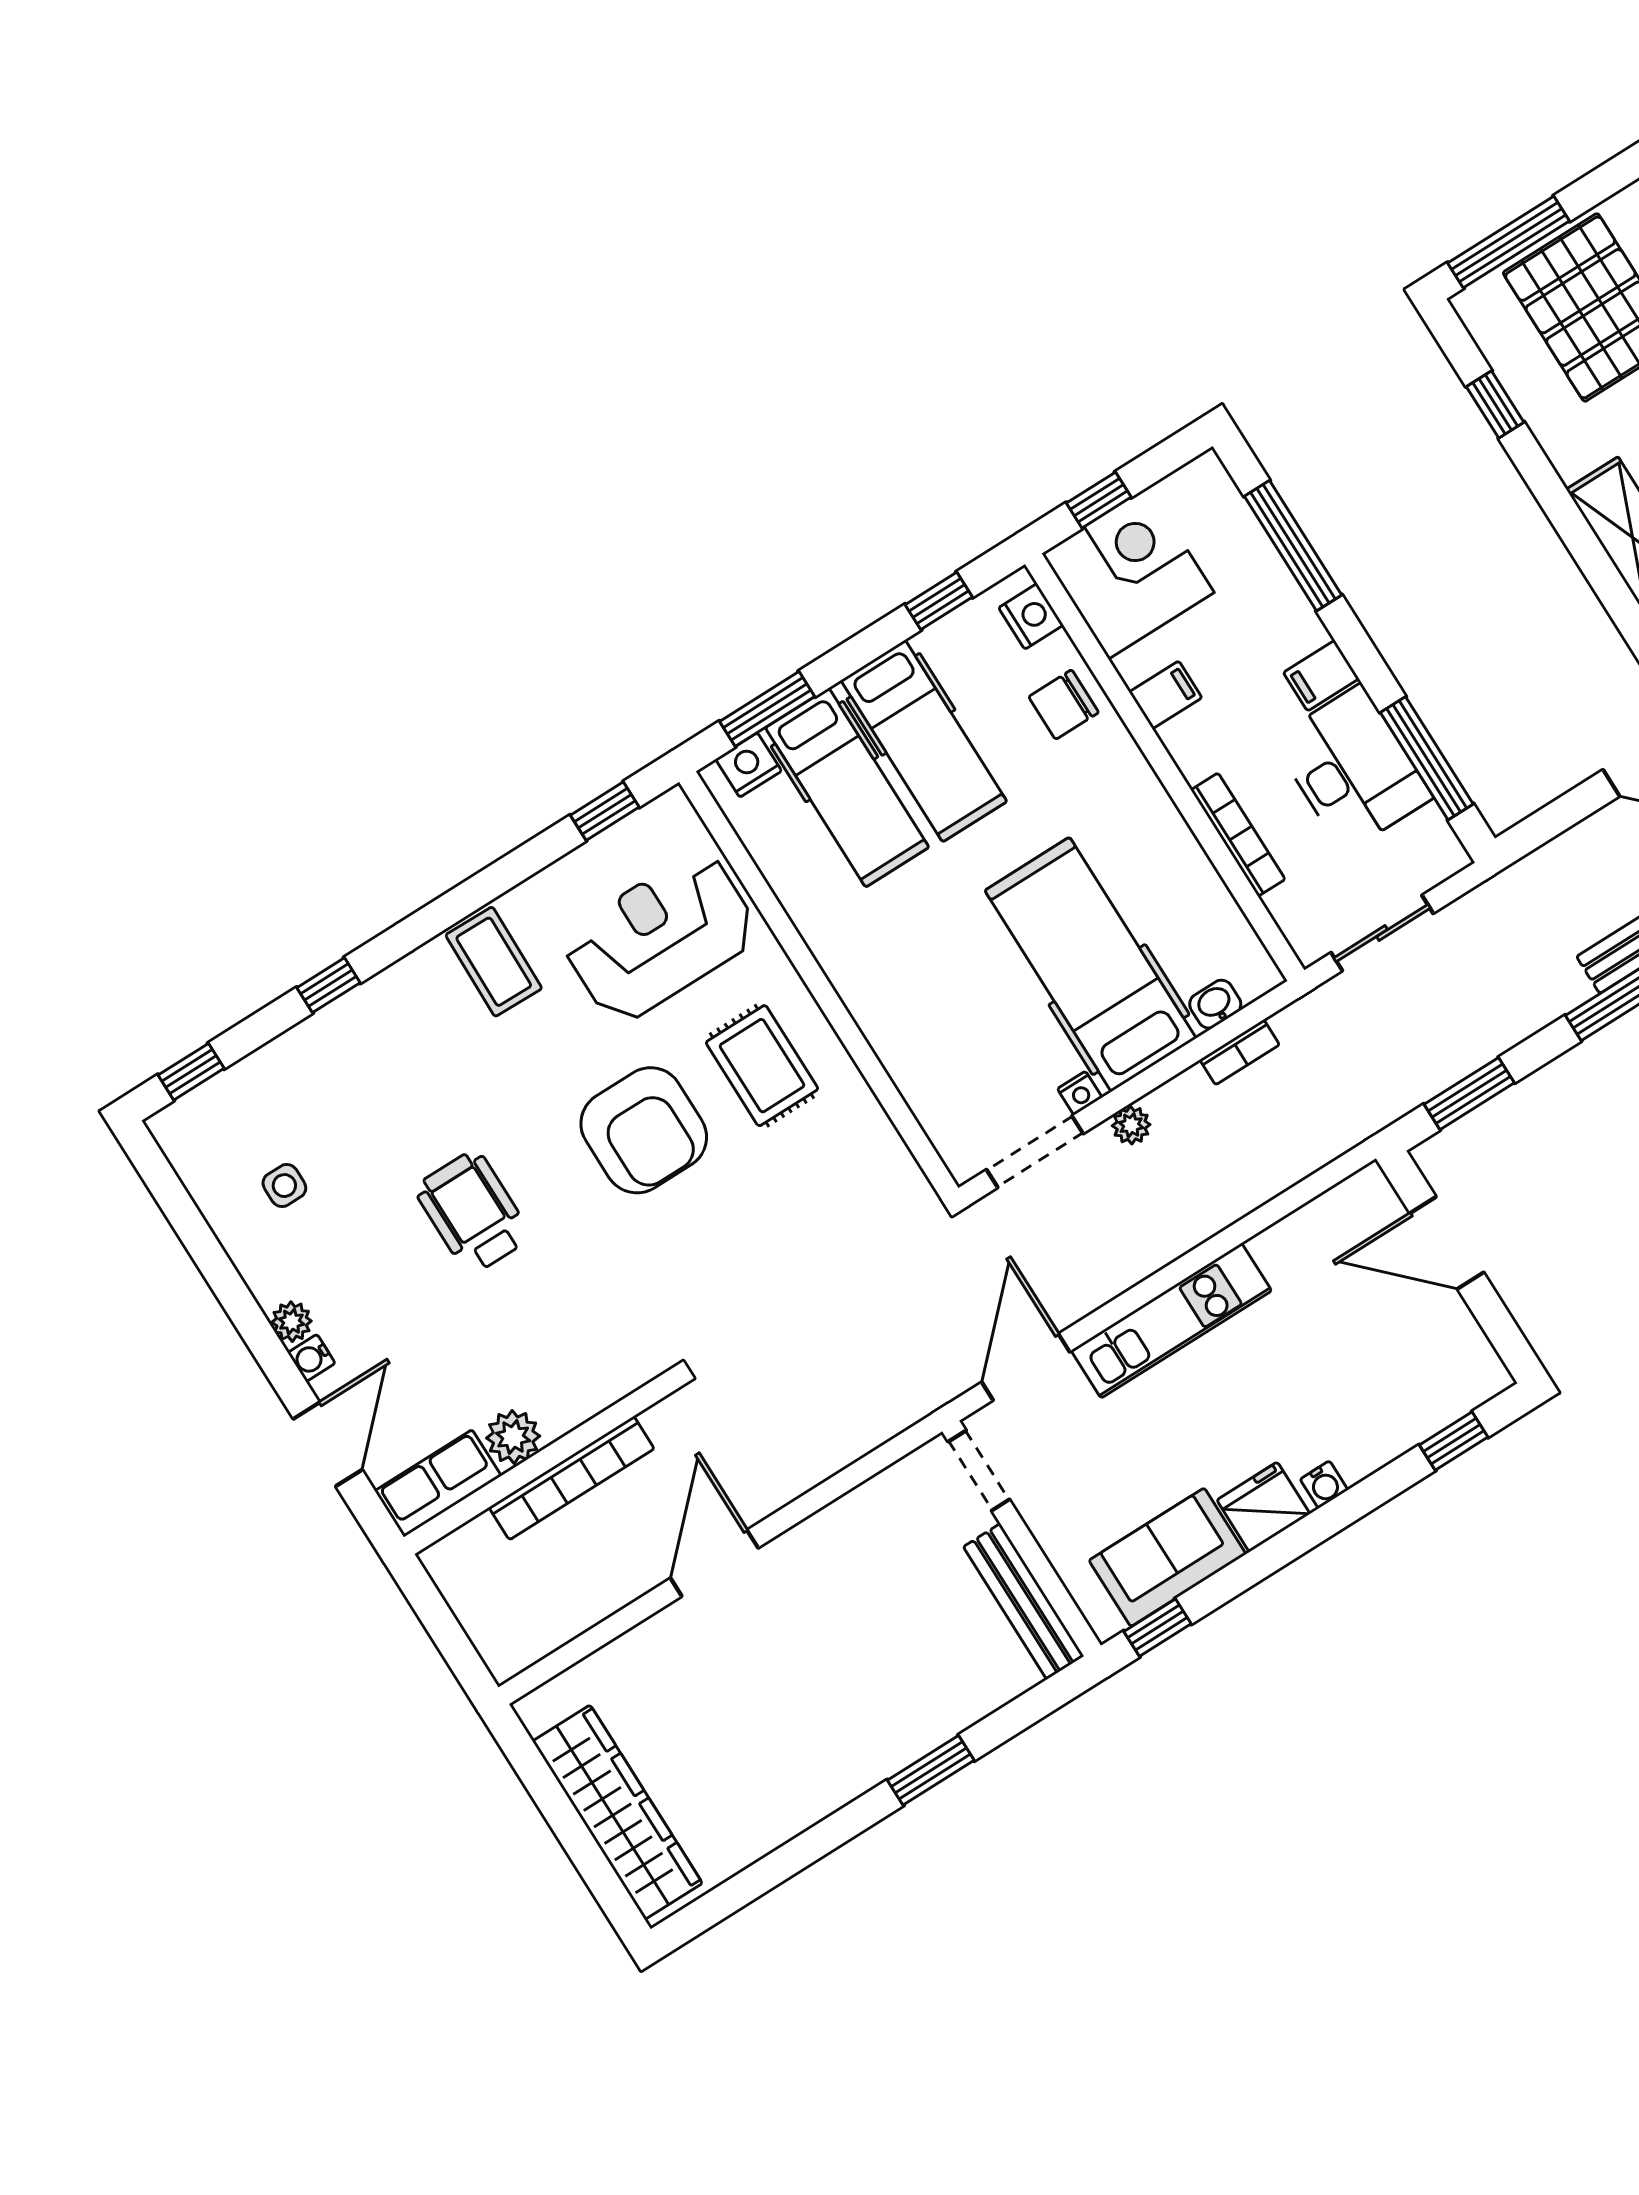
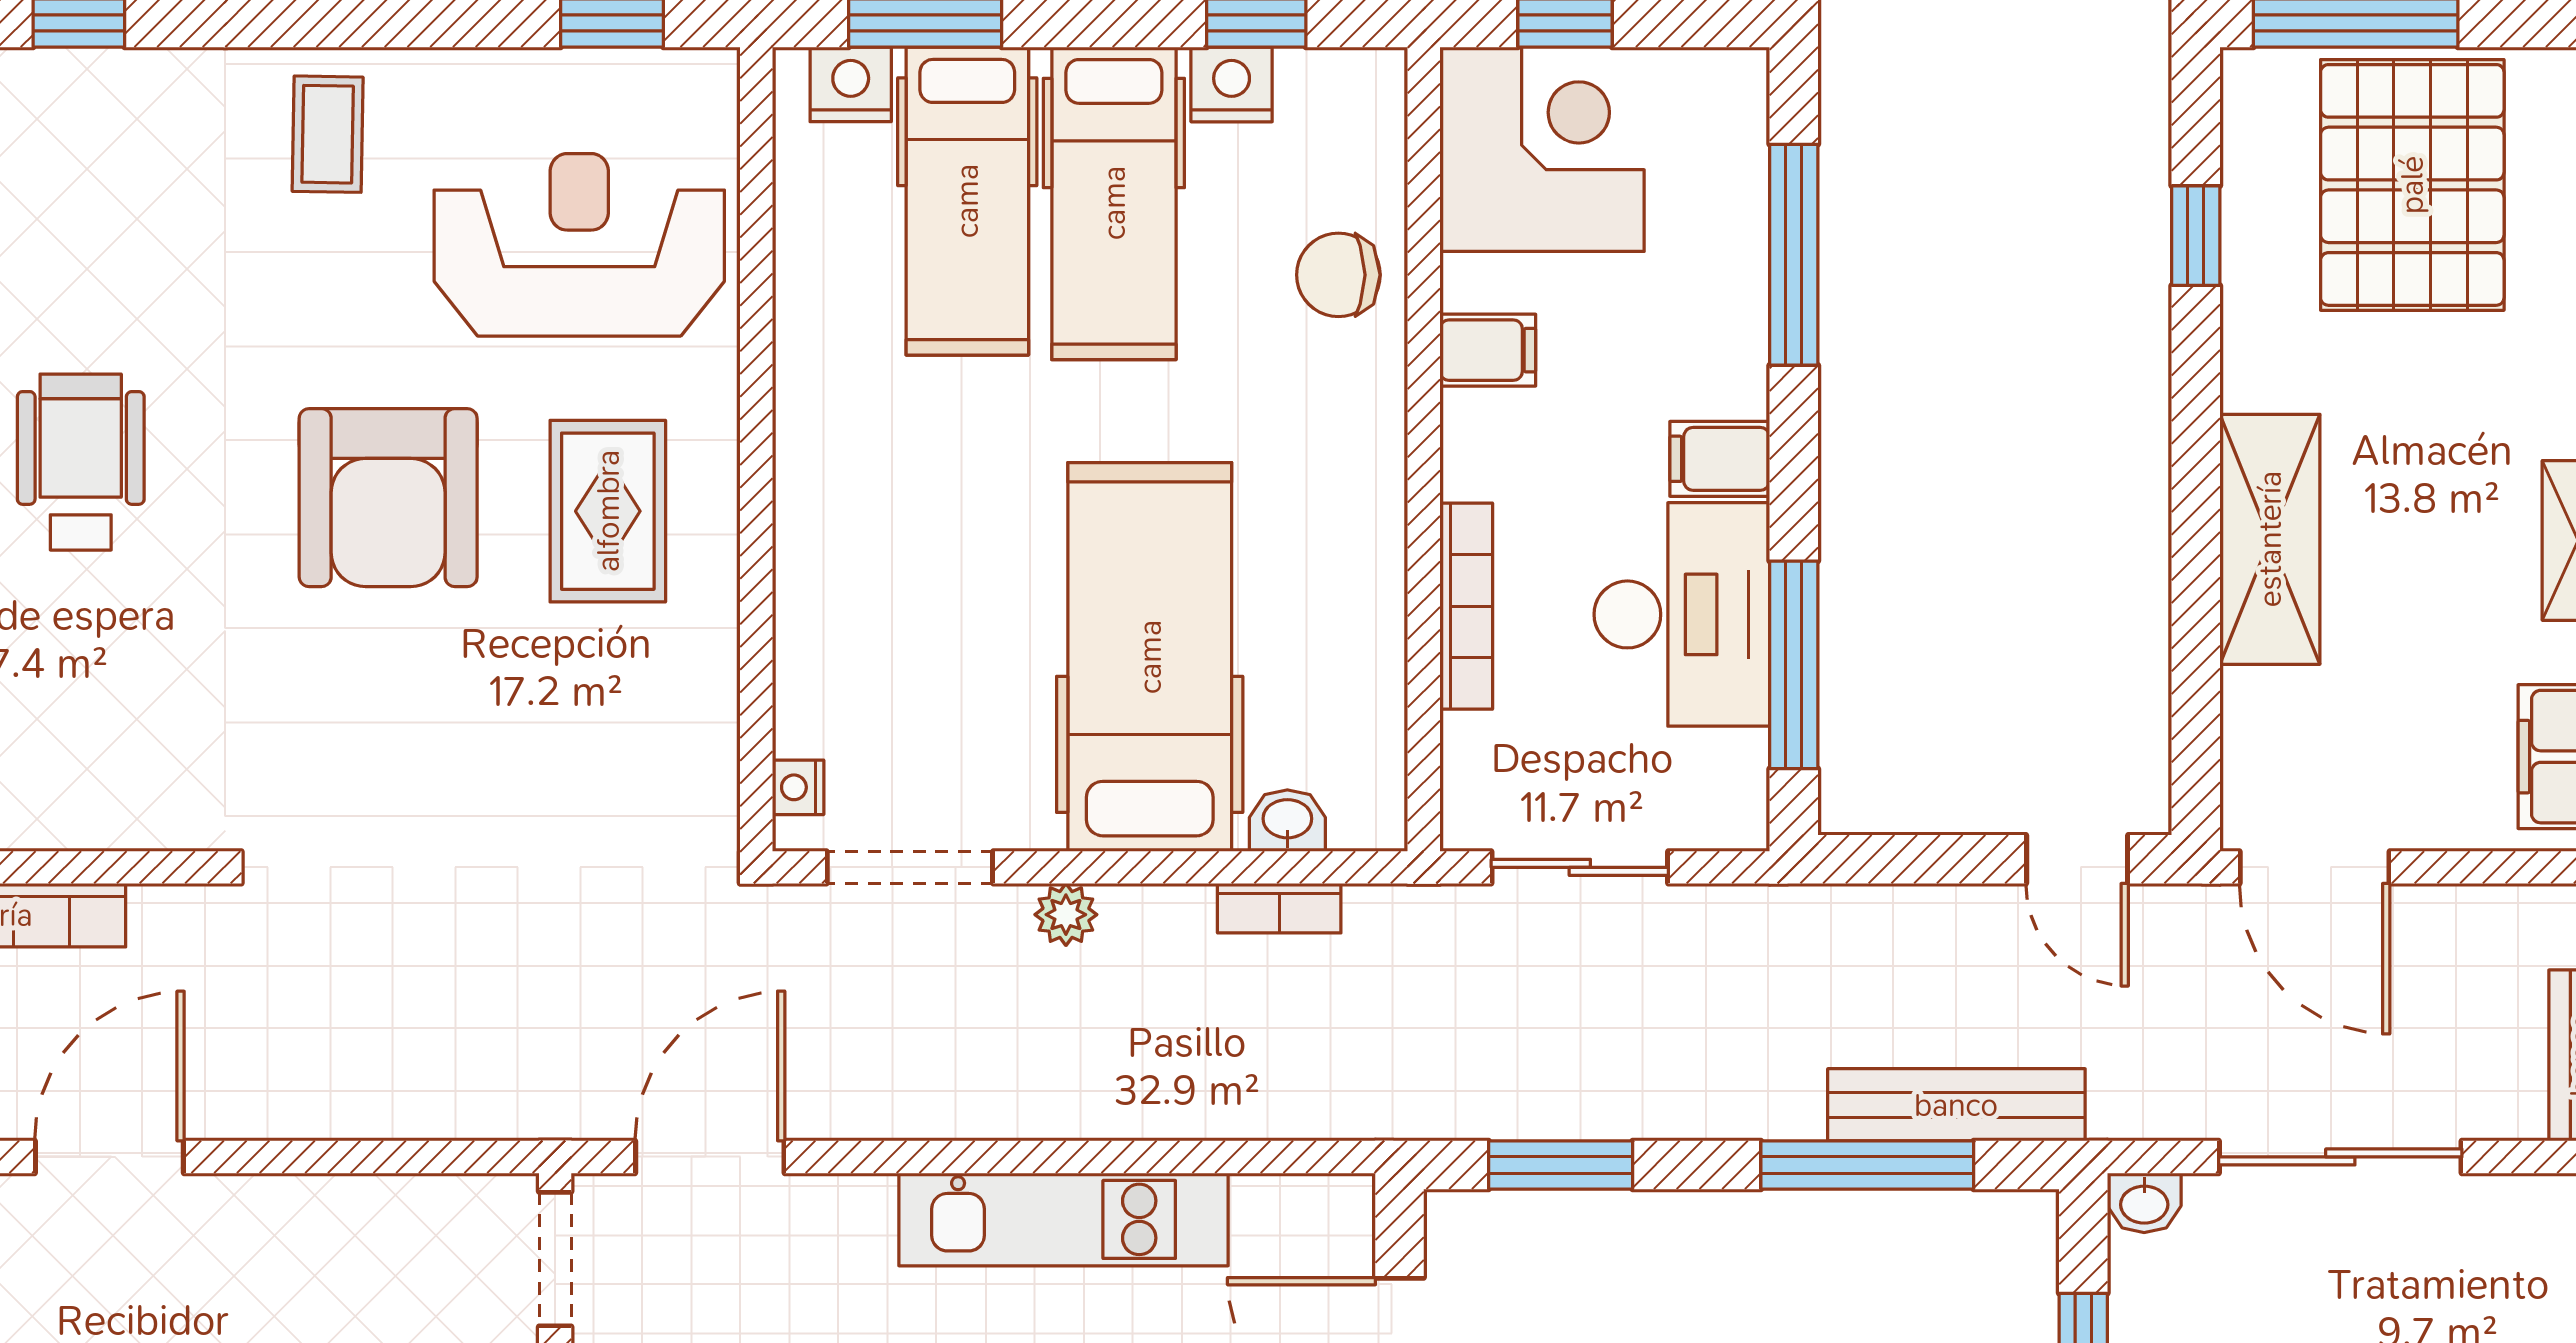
nightstand: (1031, 616) -> (1232, 84), moved, turned -90
coffee table: (494, 962) -> (328, 134), width x0.73, depth x0.77
nightstand: (1080, 1093) -> (798, 787), moved, turned 90
kitchen unit: (1171, 1321) -> (1063, 1219), moved

